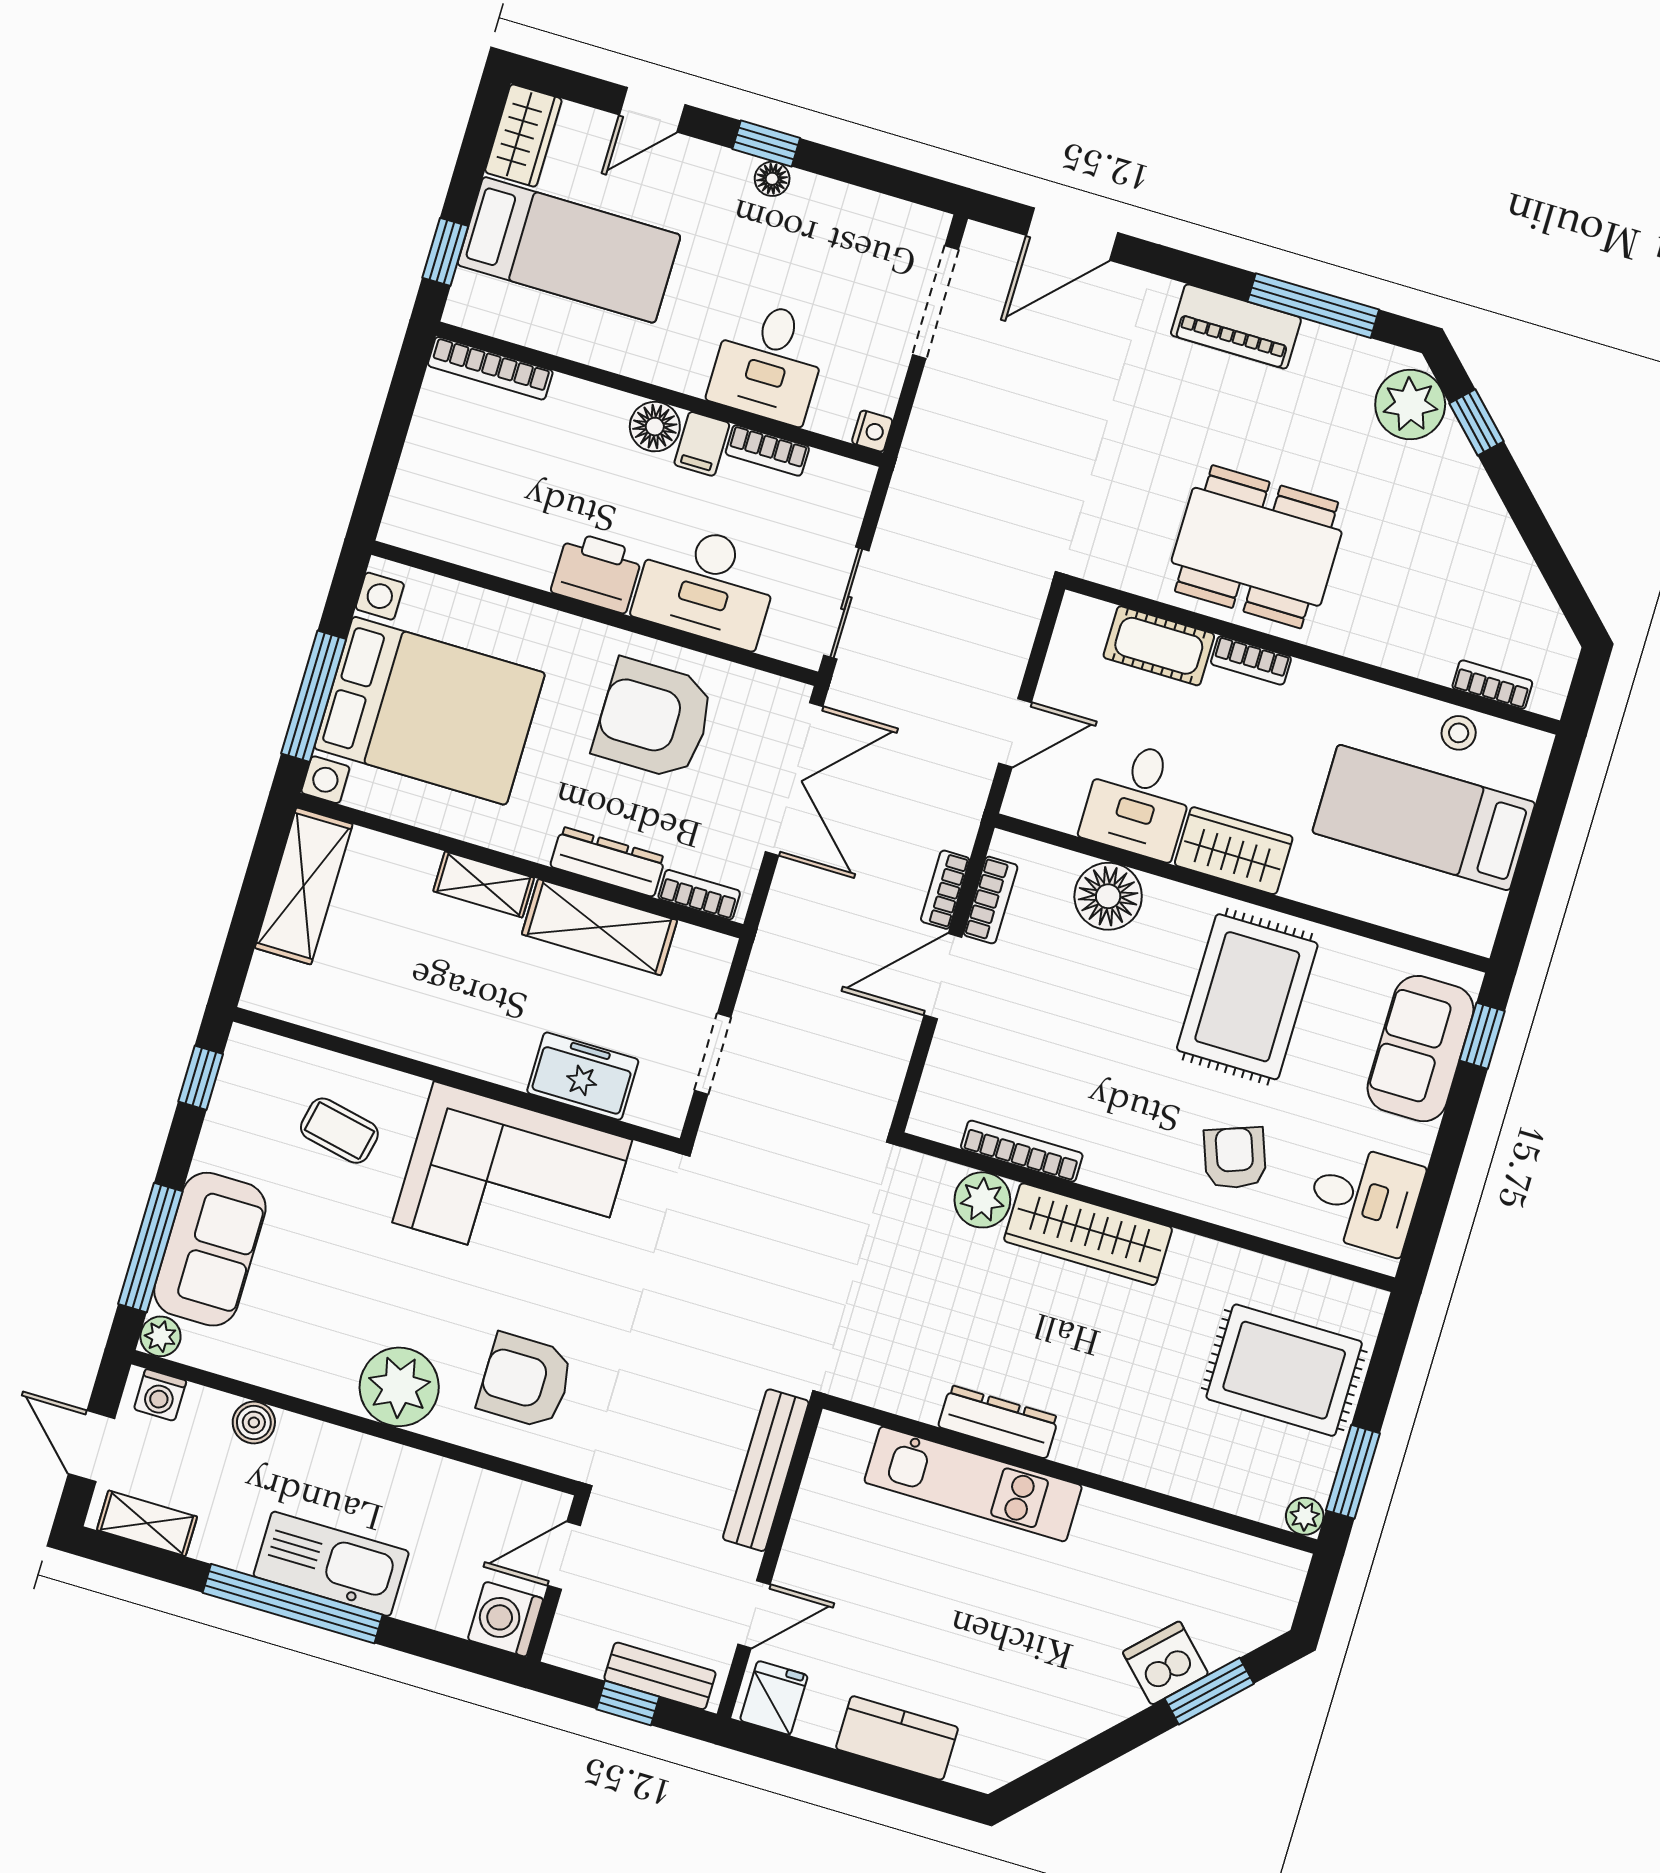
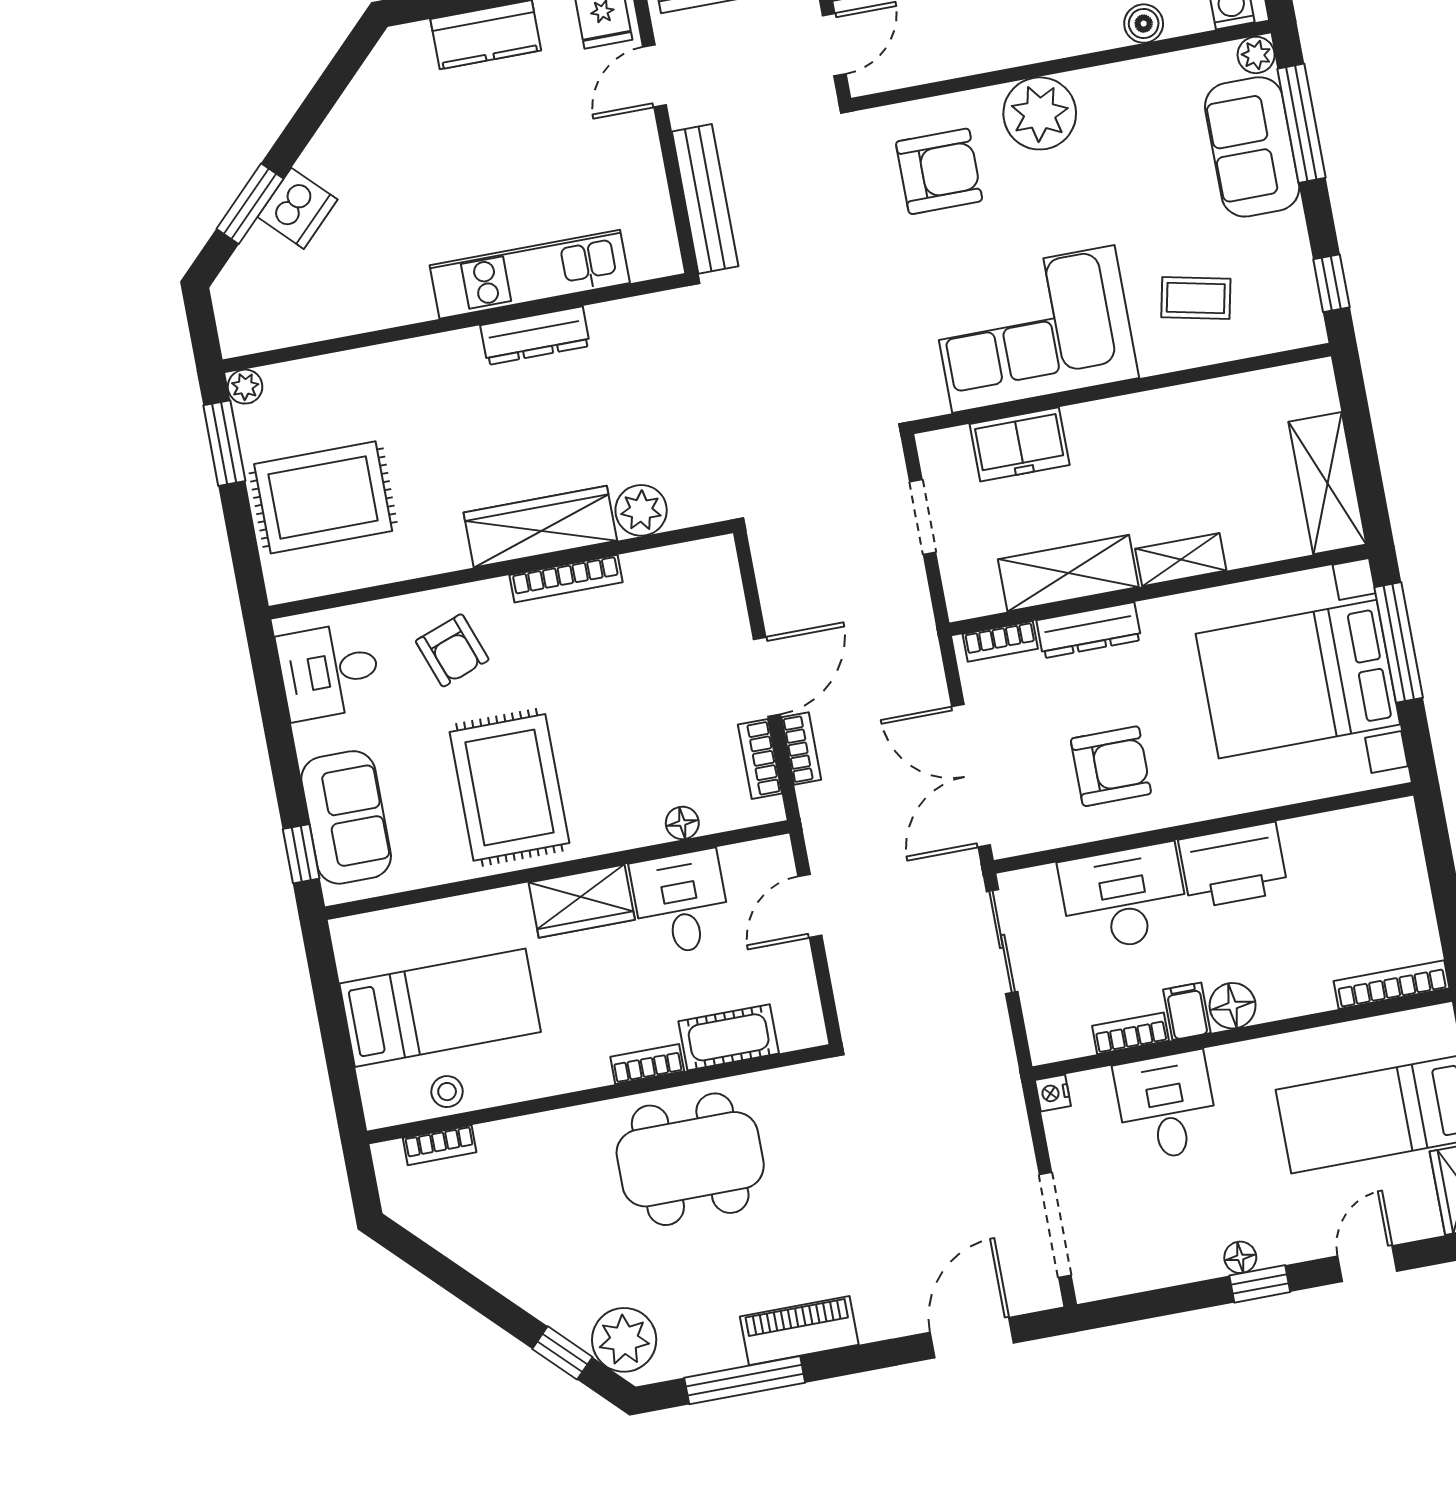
printer: (597, 572) -> (1233, 866), width x1.37, depth x1.19
armchair: (654, 719) -> (1111, 766), width x0.73, depth x0.73
floor lamp: (1108, 896) -> (682, 823), width x0.53, depth x0.53
bookcase: (1022, 1151) -> (566, 579), moved

